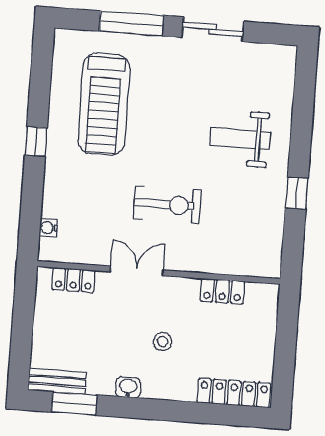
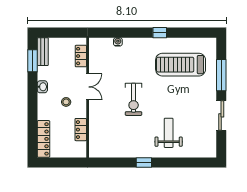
double door: (137, 271) -> (88, 87), moved
wall: (159, 272) -> (88, 98), moved
locker: (74, 280) -> (81, 56), moved
locker: (222, 291) -> (81, 130), moved

